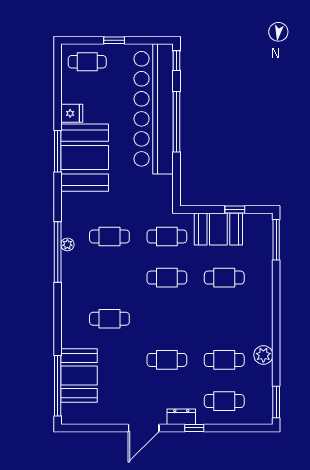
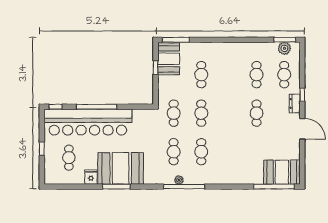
cafe table: (87, 62) -> (69, 158), moved
booth: (218, 229) -> (169, 59), moved
cafe table: (109, 319) -> (201, 152), moved
plant: (263, 355) -> (284, 48), moved
booth: (79, 375) -> (282, 172), moved

